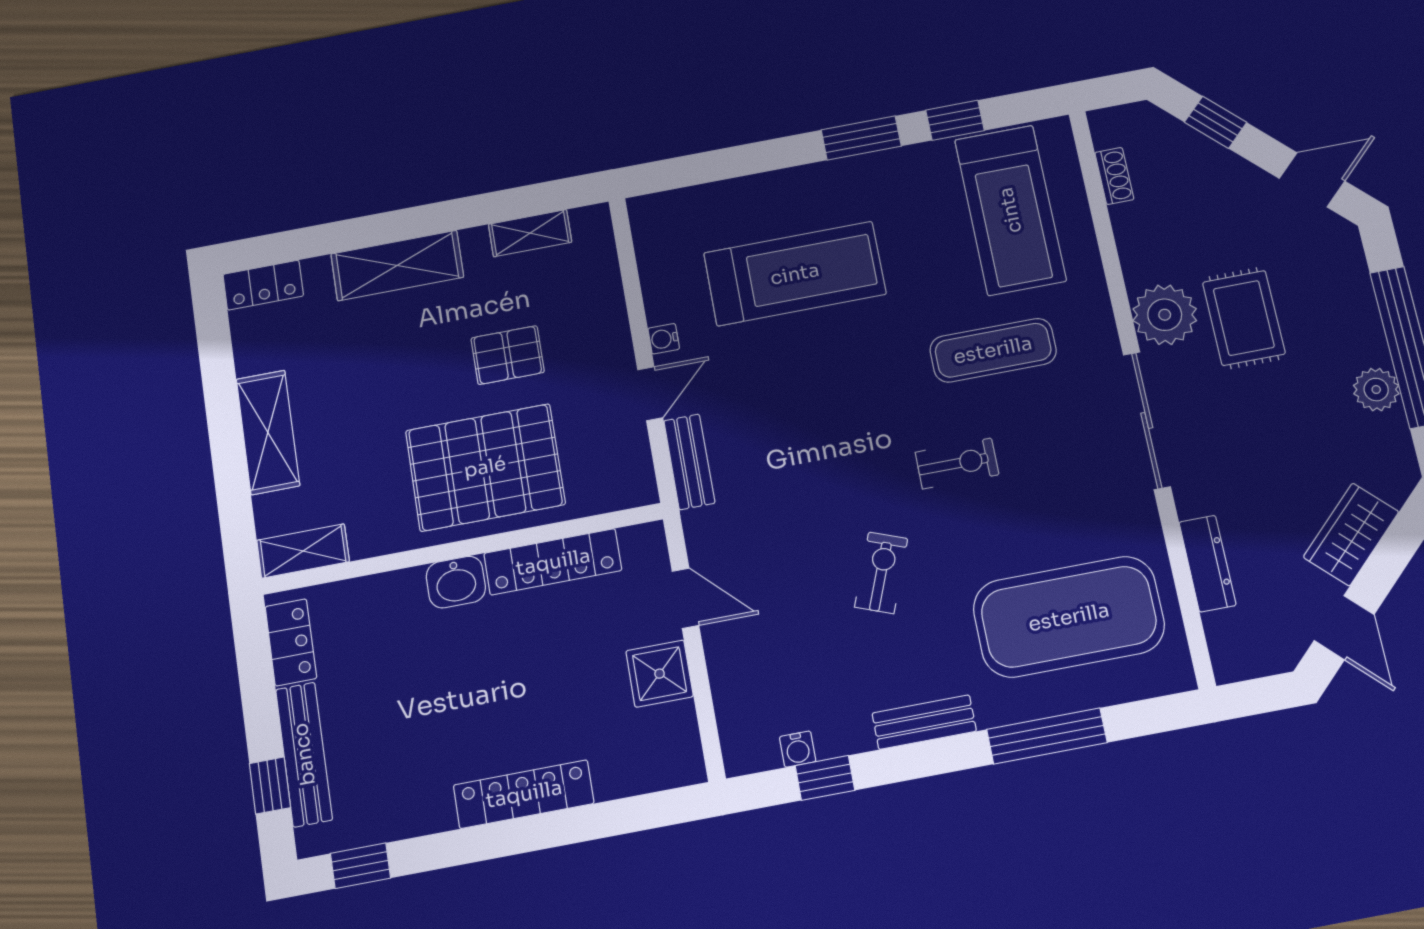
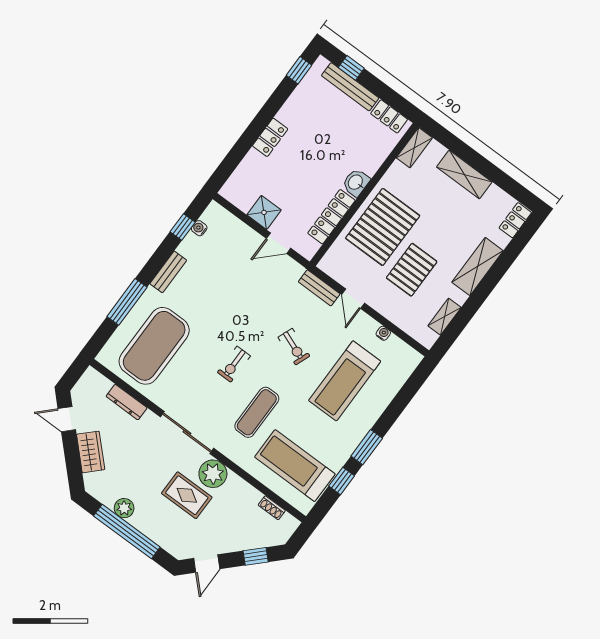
water cooler: (664, 339) -> (383, 333), moved
pallet: (508, 355) -> (412, 270), width x1.50, depth x1.42
exercise bike: (881, 573) -> (294, 347), moved
locker: (524, 794) -> (270, 137), width x0.66

